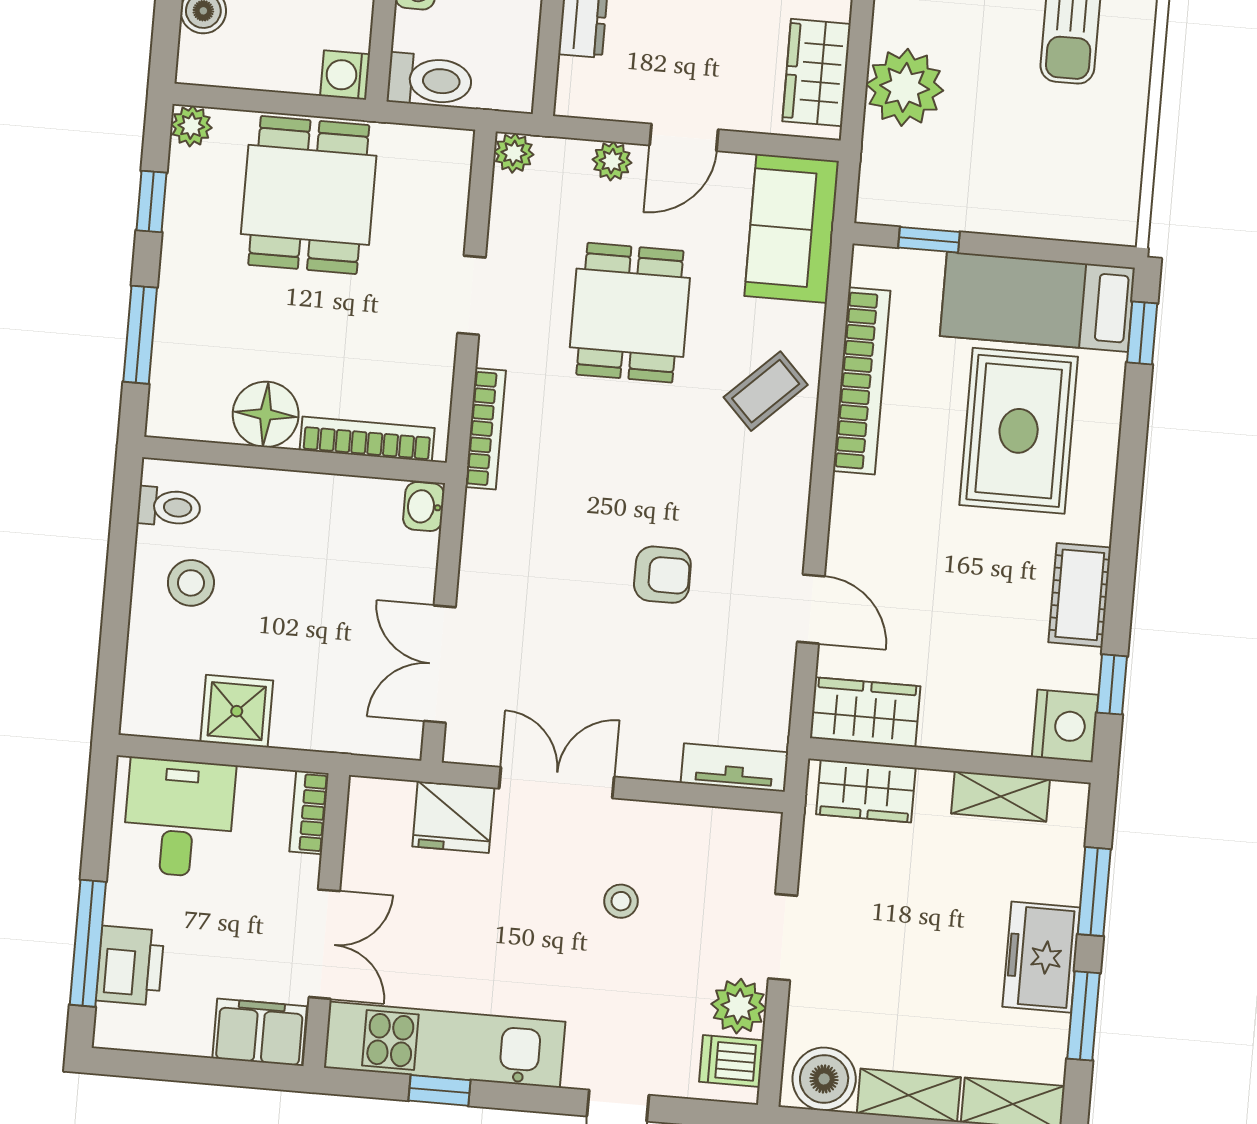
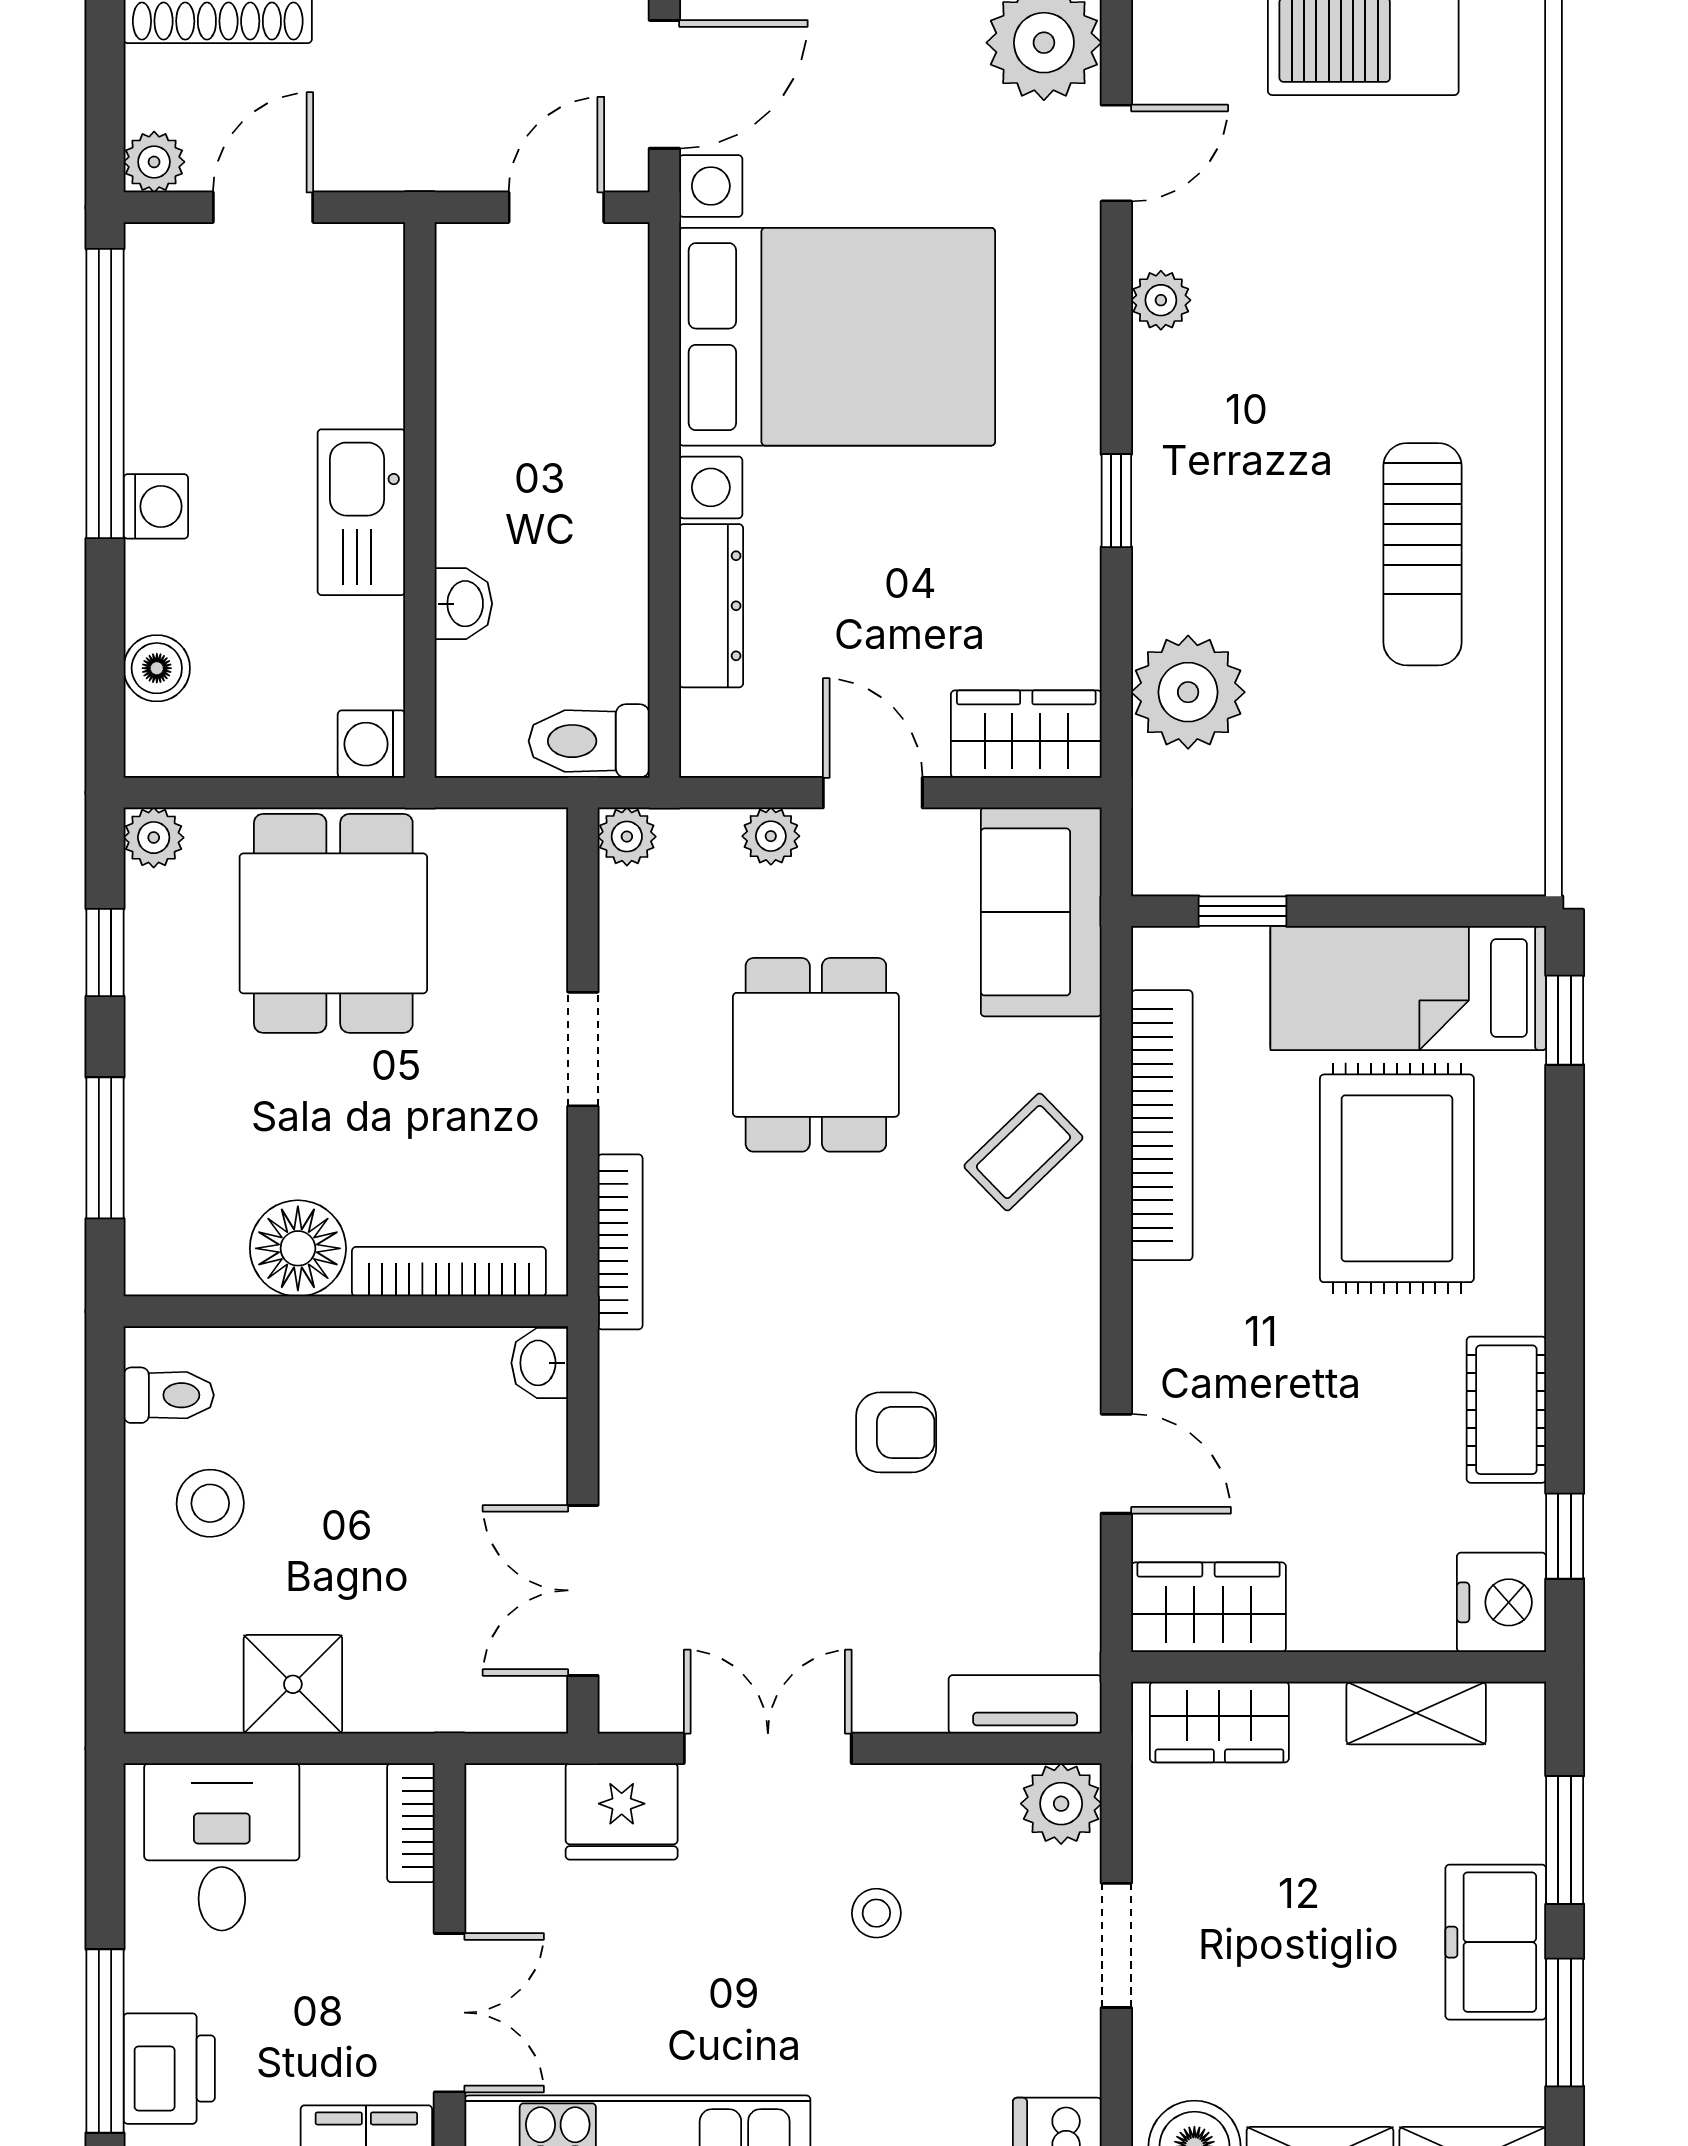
wardrobe: (817, 73) -> (1026, 734), moved, turned 90
toilet: (430, 80) -> (589, 741), moved, turned 180
door: (684, 137) -> (873, 793), swing flipped
plant: (739, 1006) -> (1061, 1804), moved

